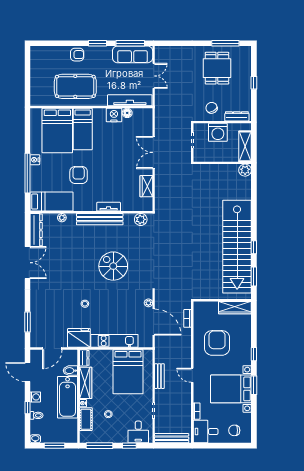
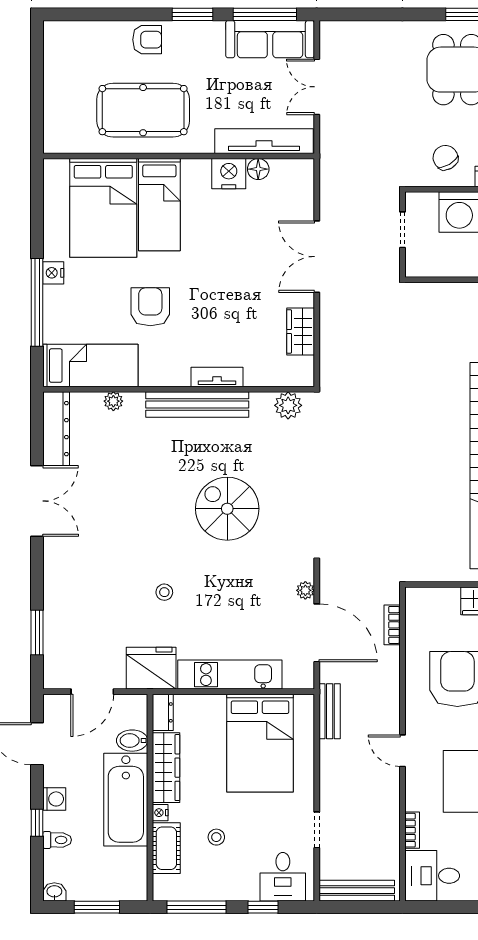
double door: (154, 76) -> (317, 87), swing flipped
bench: (159, 376) -> (330, 711), moved

